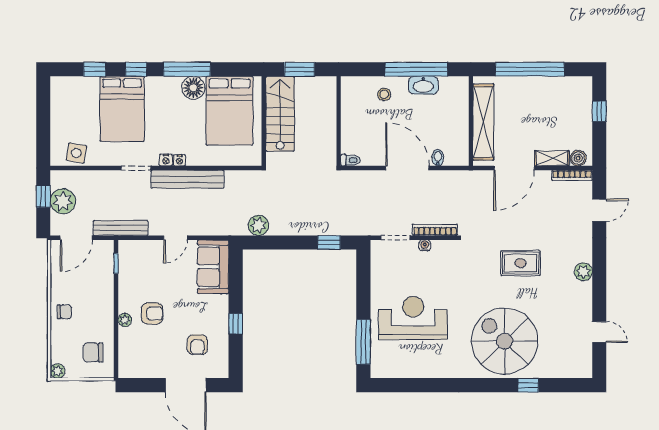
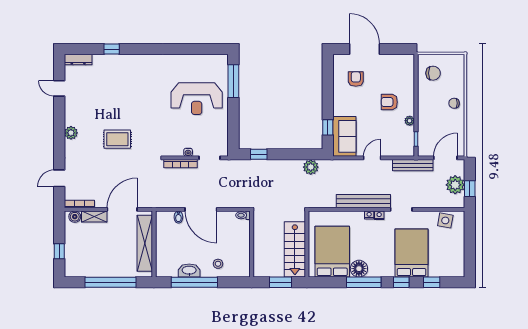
plant: (125, 320) -> (410, 121), moved
window: (236, 324) -> (328, 127), moved
spiral stairs: (505, 341) -> (129, 82), removed
plant: (57, 371) -> (459, 60), removed
dresser: (574, 371) -> (78, 60), added

